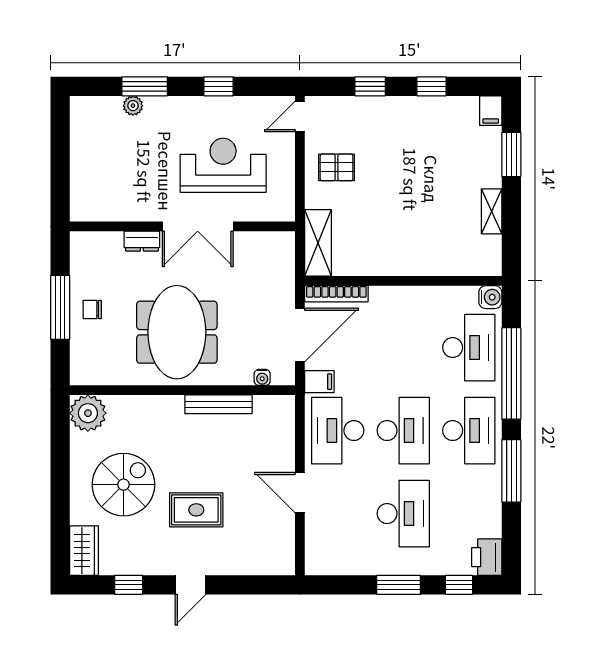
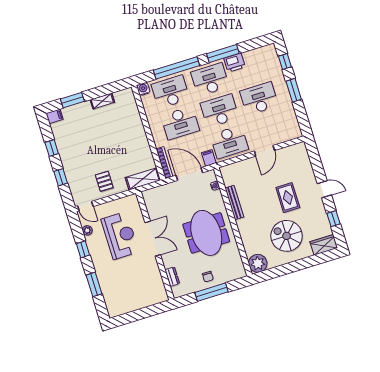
plant: (133, 106) -> (87, 230), moved
reception desk: (223, 165) -> (120, 236), turned 180
dresser: (142, 241) -> (172, 277), moved
meeting table: (177, 332) -> (206, 233), turned 90
desk: (403, 348) -> (180, 123), added
printer: (487, 557) -> (235, 63), moved

